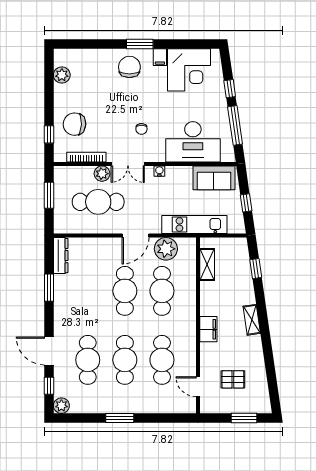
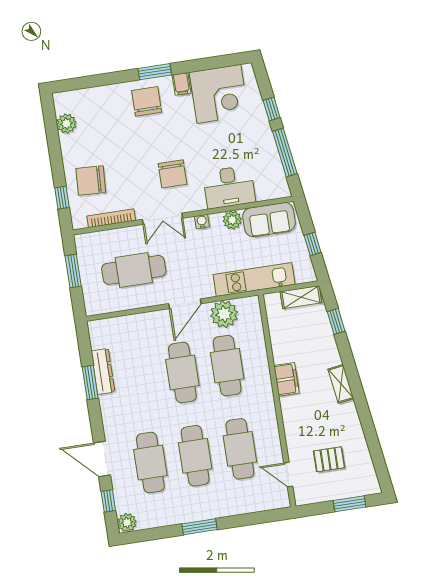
chair: (141, 129) -> (173, 174), width x1.87, depth x1.87
desk: (193, 142) -> (229, 187), width x0.73, depth x0.77
plant: (102, 174) -> (232, 220), moved
dresser: (61, 256) -> (103, 371), moved
shelving: (207, 264) -> (301, 297), moved, turned 90
filing cabinet: (208, 329) -> (286, 379), moved

